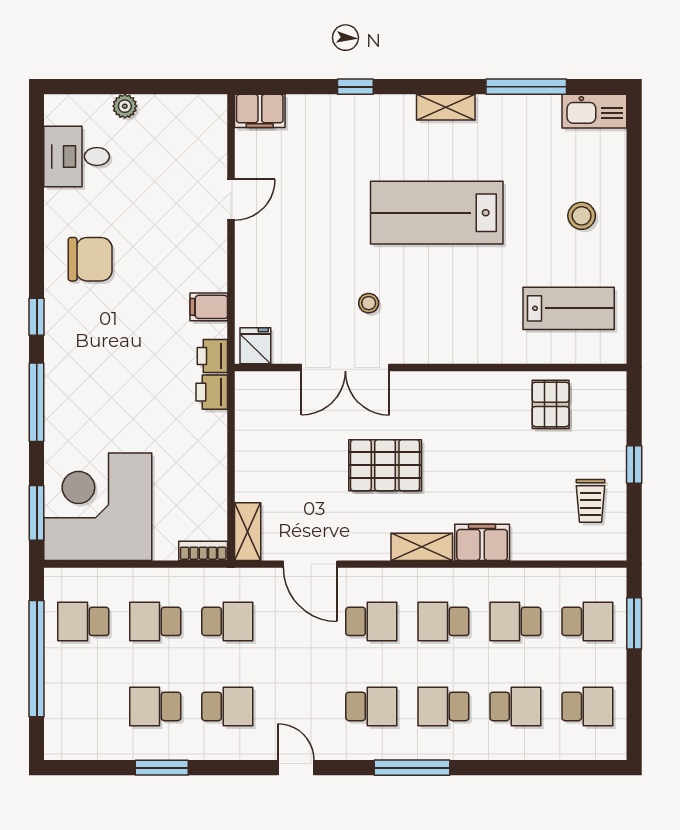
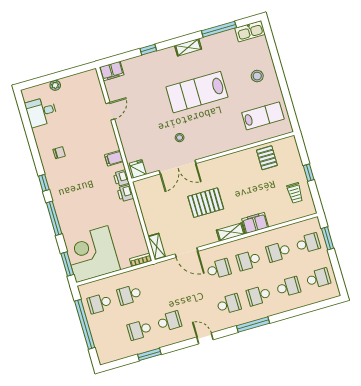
chair: (90, 259) -> (59, 153), width x0.54, depth x0.54
school desk: (227, 621) -> (159, 286), removed

